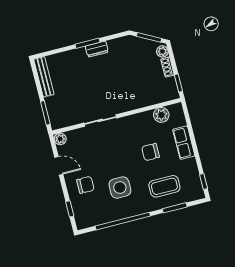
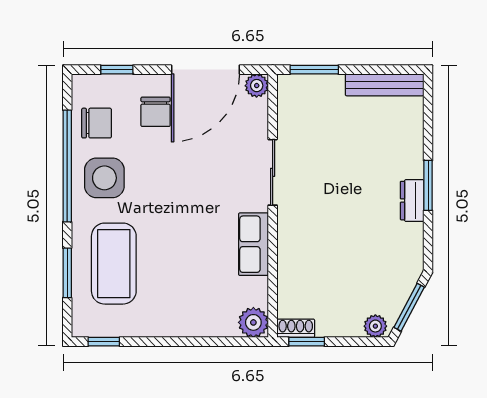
shoe rack: (167, 67) -> (296, 328), moved
plant: (161, 115) -> (253, 322), moved
row of seats: (184, 143) -> (253, 244), moved, turned -90
chair: (150, 152) -> (97, 123), moved, turned 90
door: (59, 166) -> (205, 70), width x1.88
coffee table: (164, 186) -> (114, 264), width x1.36, depth x1.32
side table: (120, 188) -> (104, 178), moved

